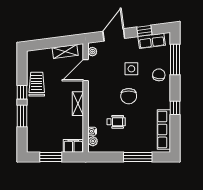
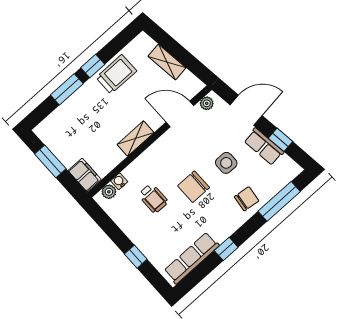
row of seats: (152, 41) -> (264, 147), moved
shelving: (65, 51) -> (167, 62), moved
window: (138, 157) -> (136, 257), width x0.46

